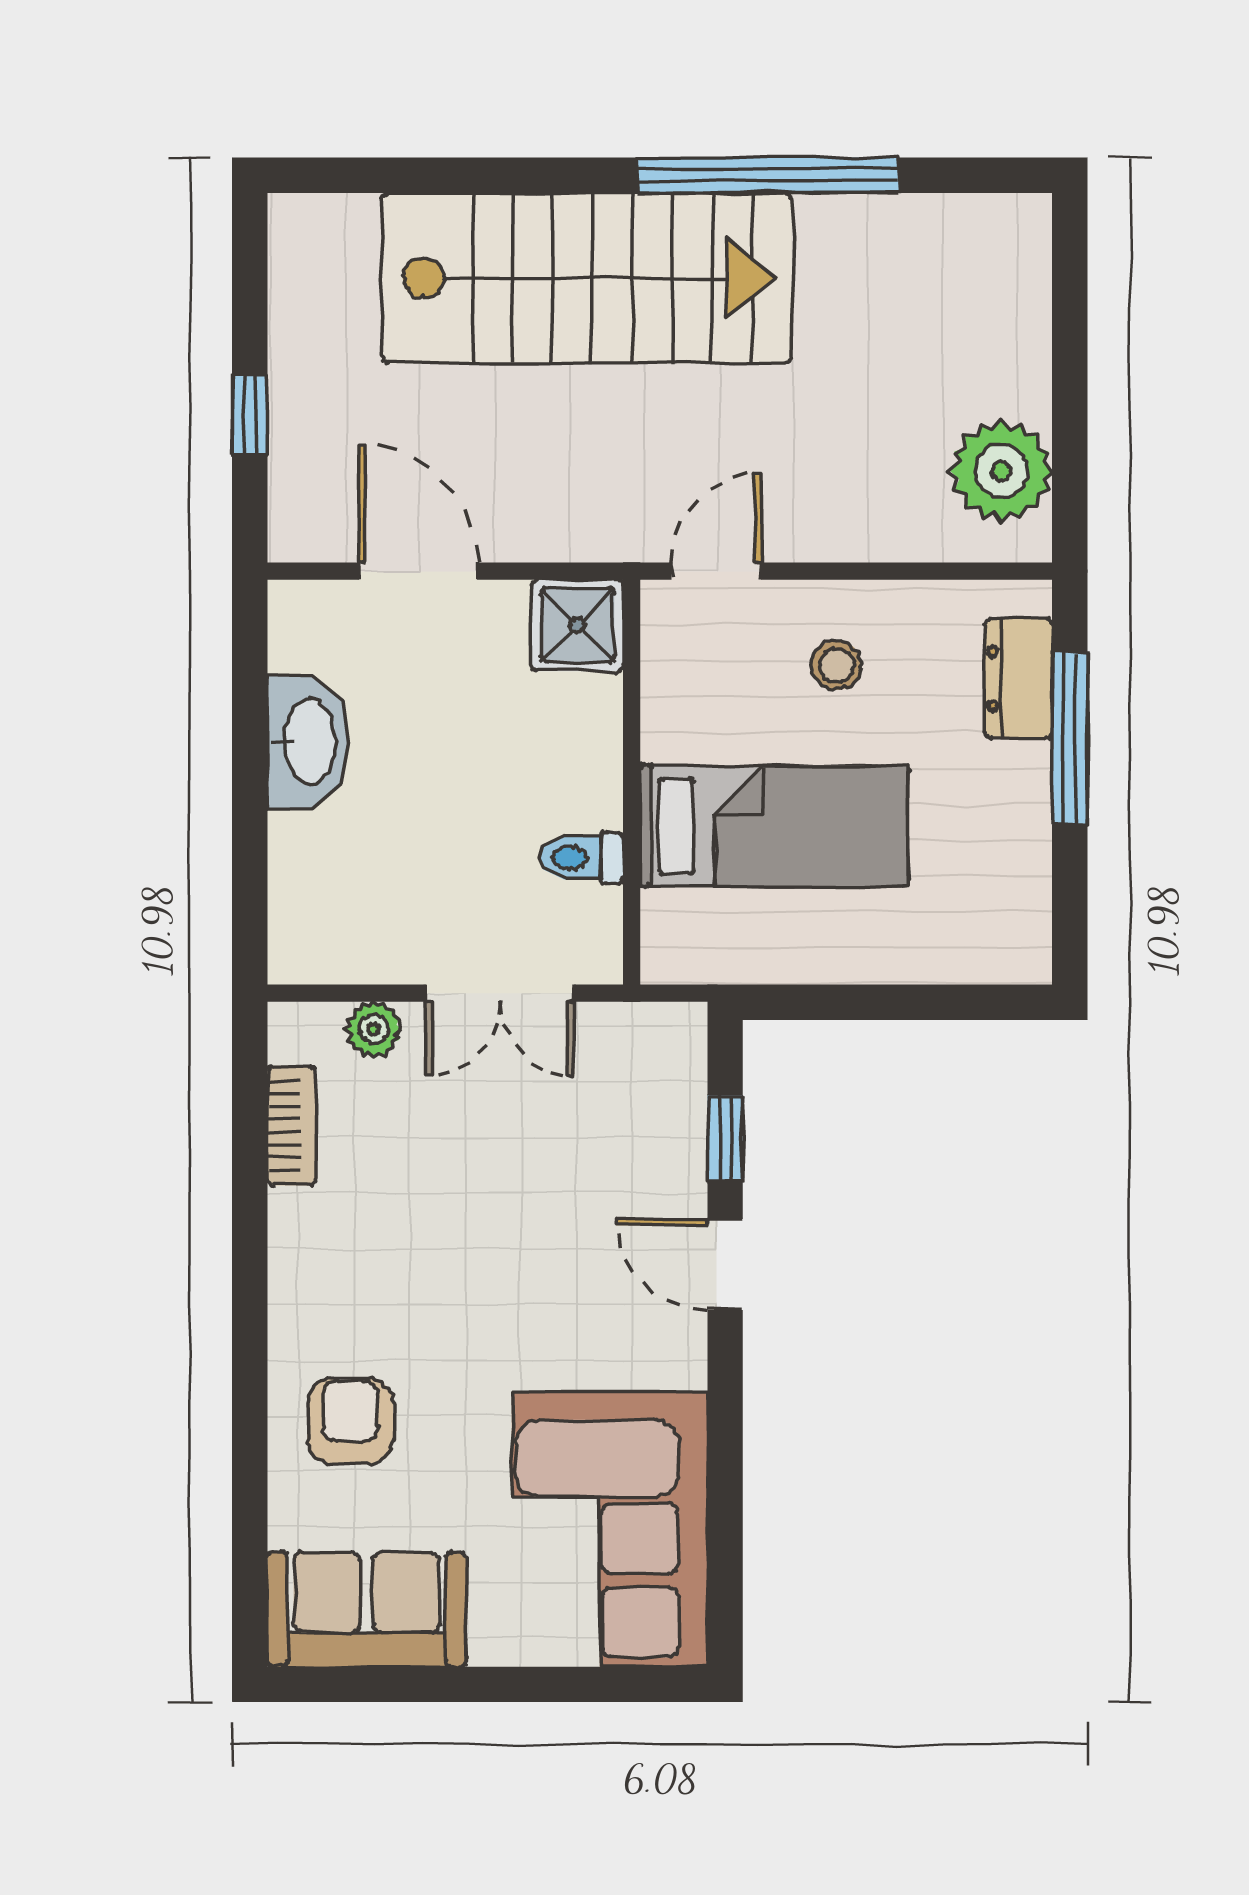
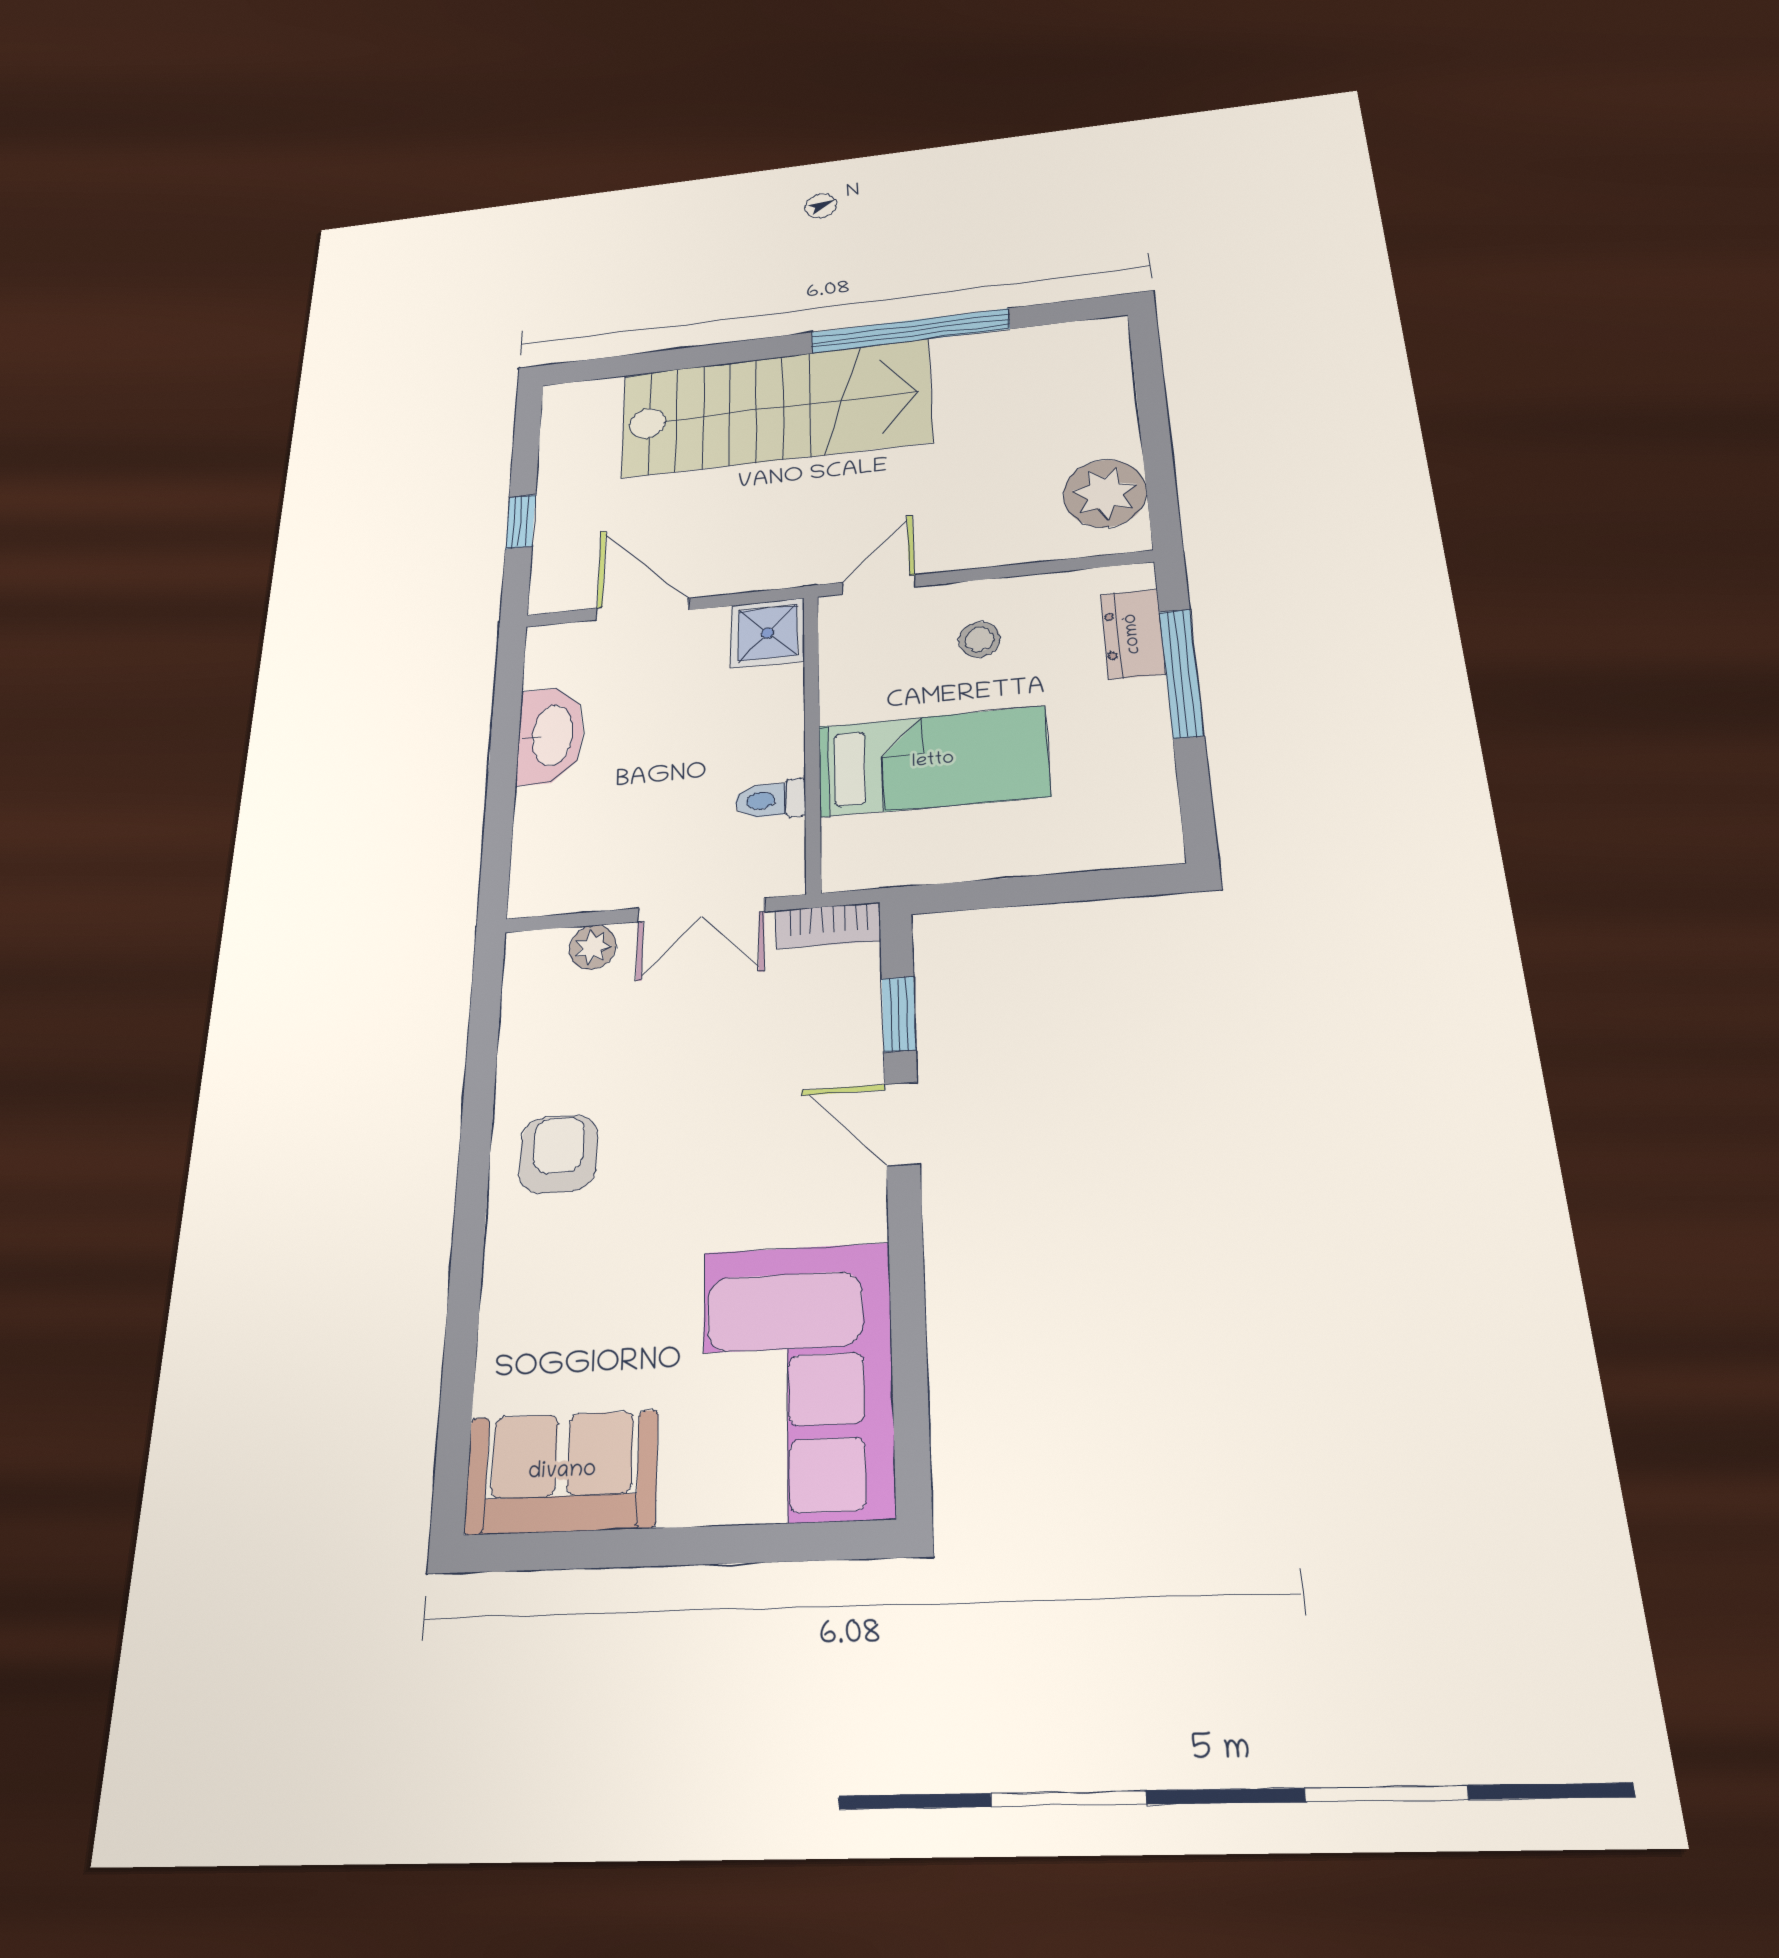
bookcase: (291, 1126) -> (828, 926), moved, turned 90
armchair: (350, 1421) -> (558, 1154), moved

